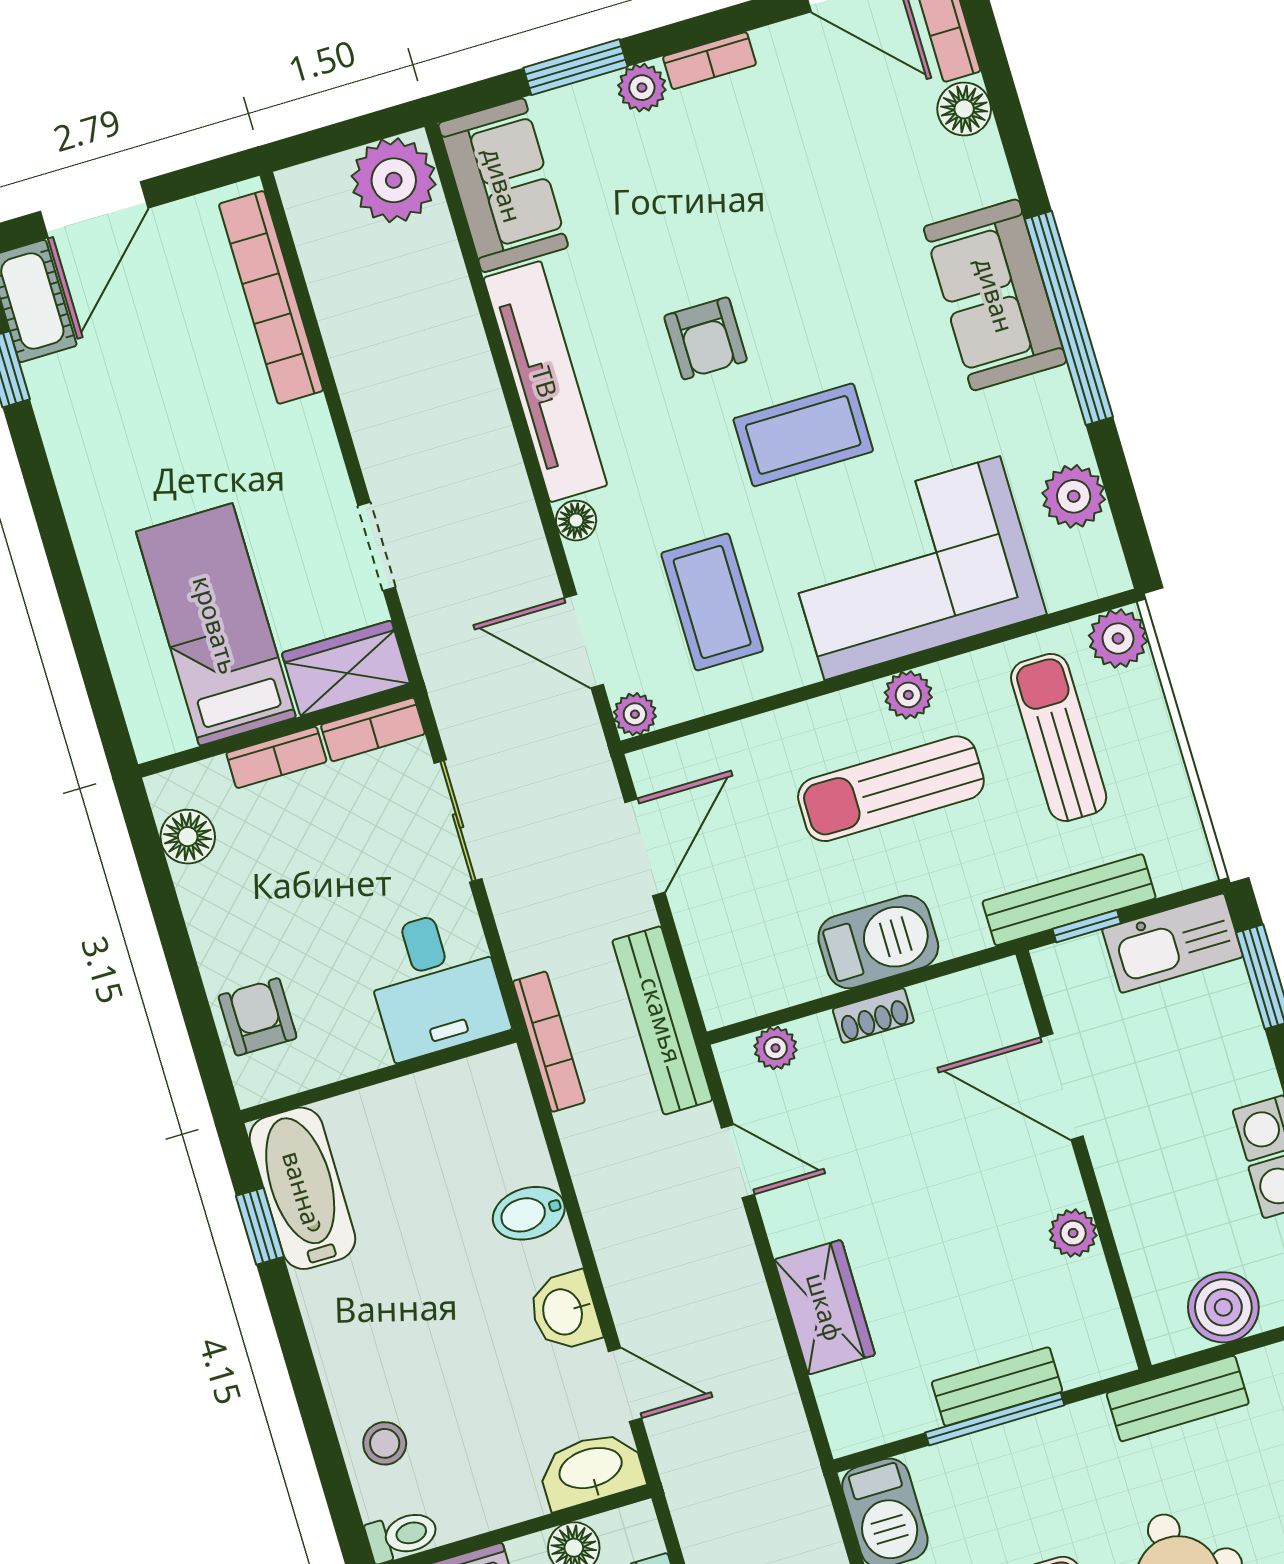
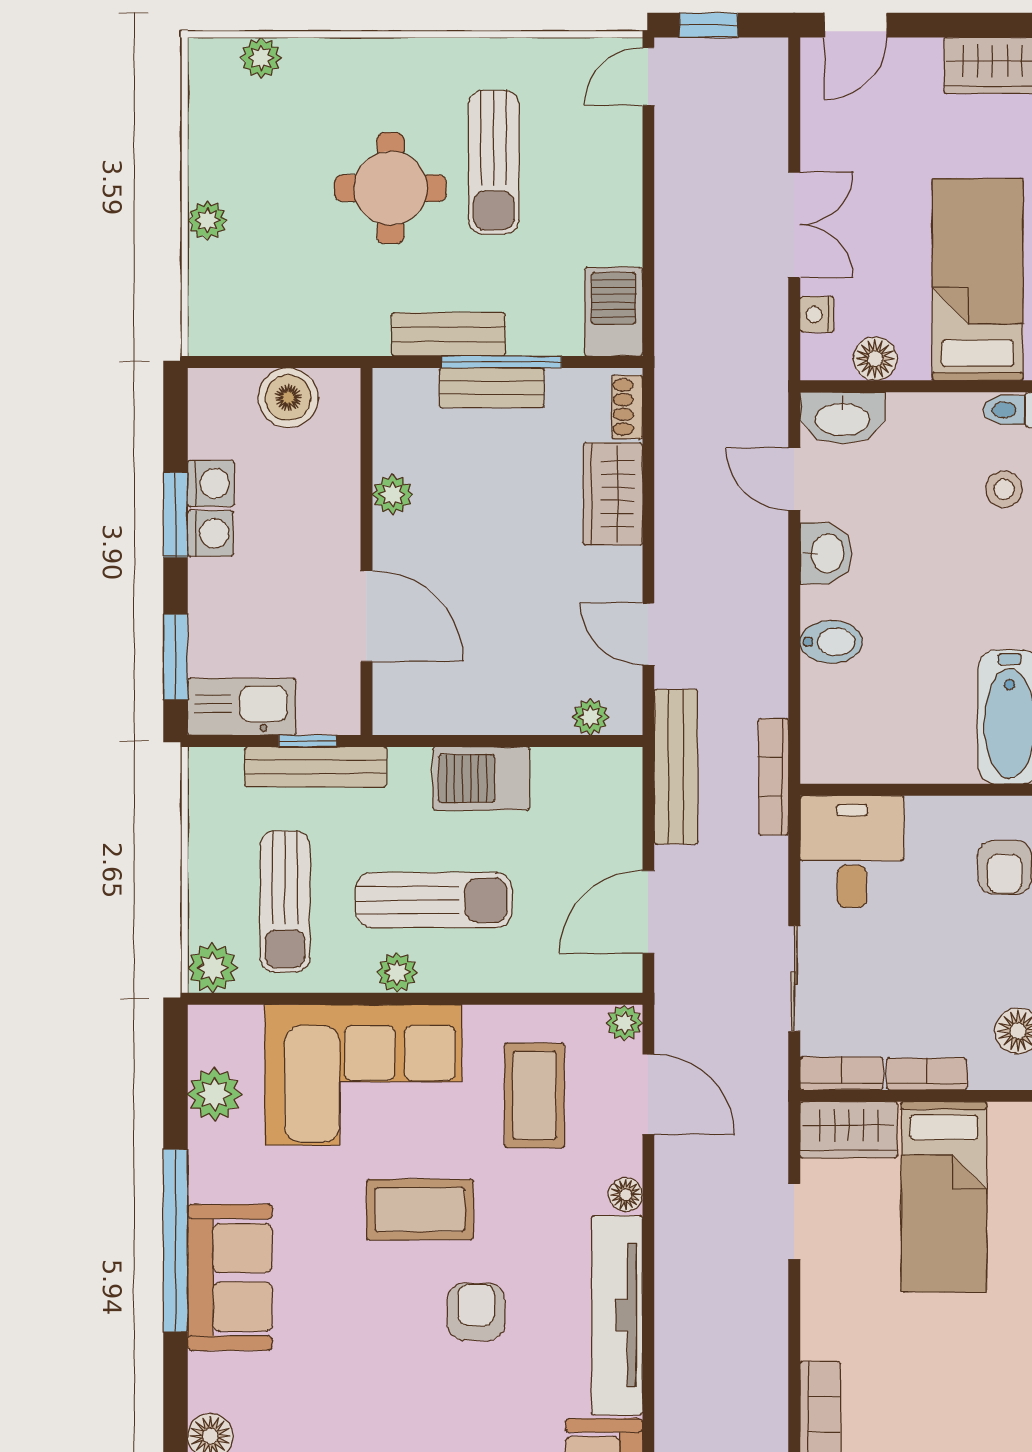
shoe rack: (873, 1016) -> (627, 407), moved, turned -90
bench: (1178, 1399) -> (448, 334), moved

